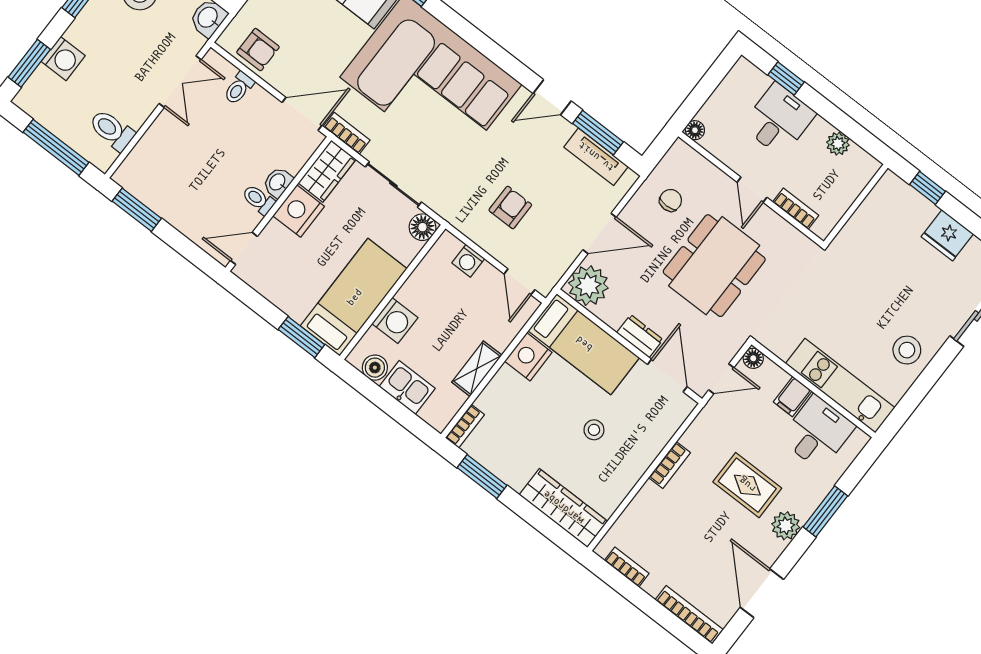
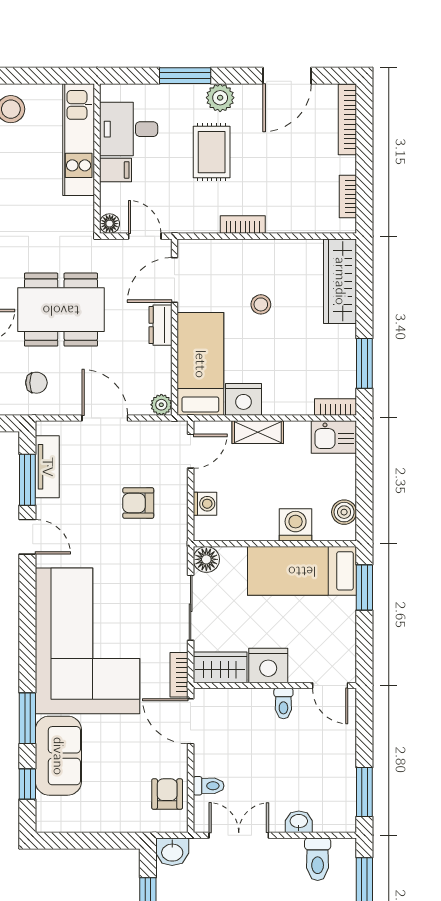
washbasin: (278, 182) -> (299, 822), moved, turned 180
chair: (671, 200) -> (36, 383), turned 180
plant: (588, 286) -> (161, 405), width x0.53, depth x0.53
shelving: (477, 369) -> (258, 432), moved
kitchen sink: (407, 387) -> (334, 437), moved, turned -90

